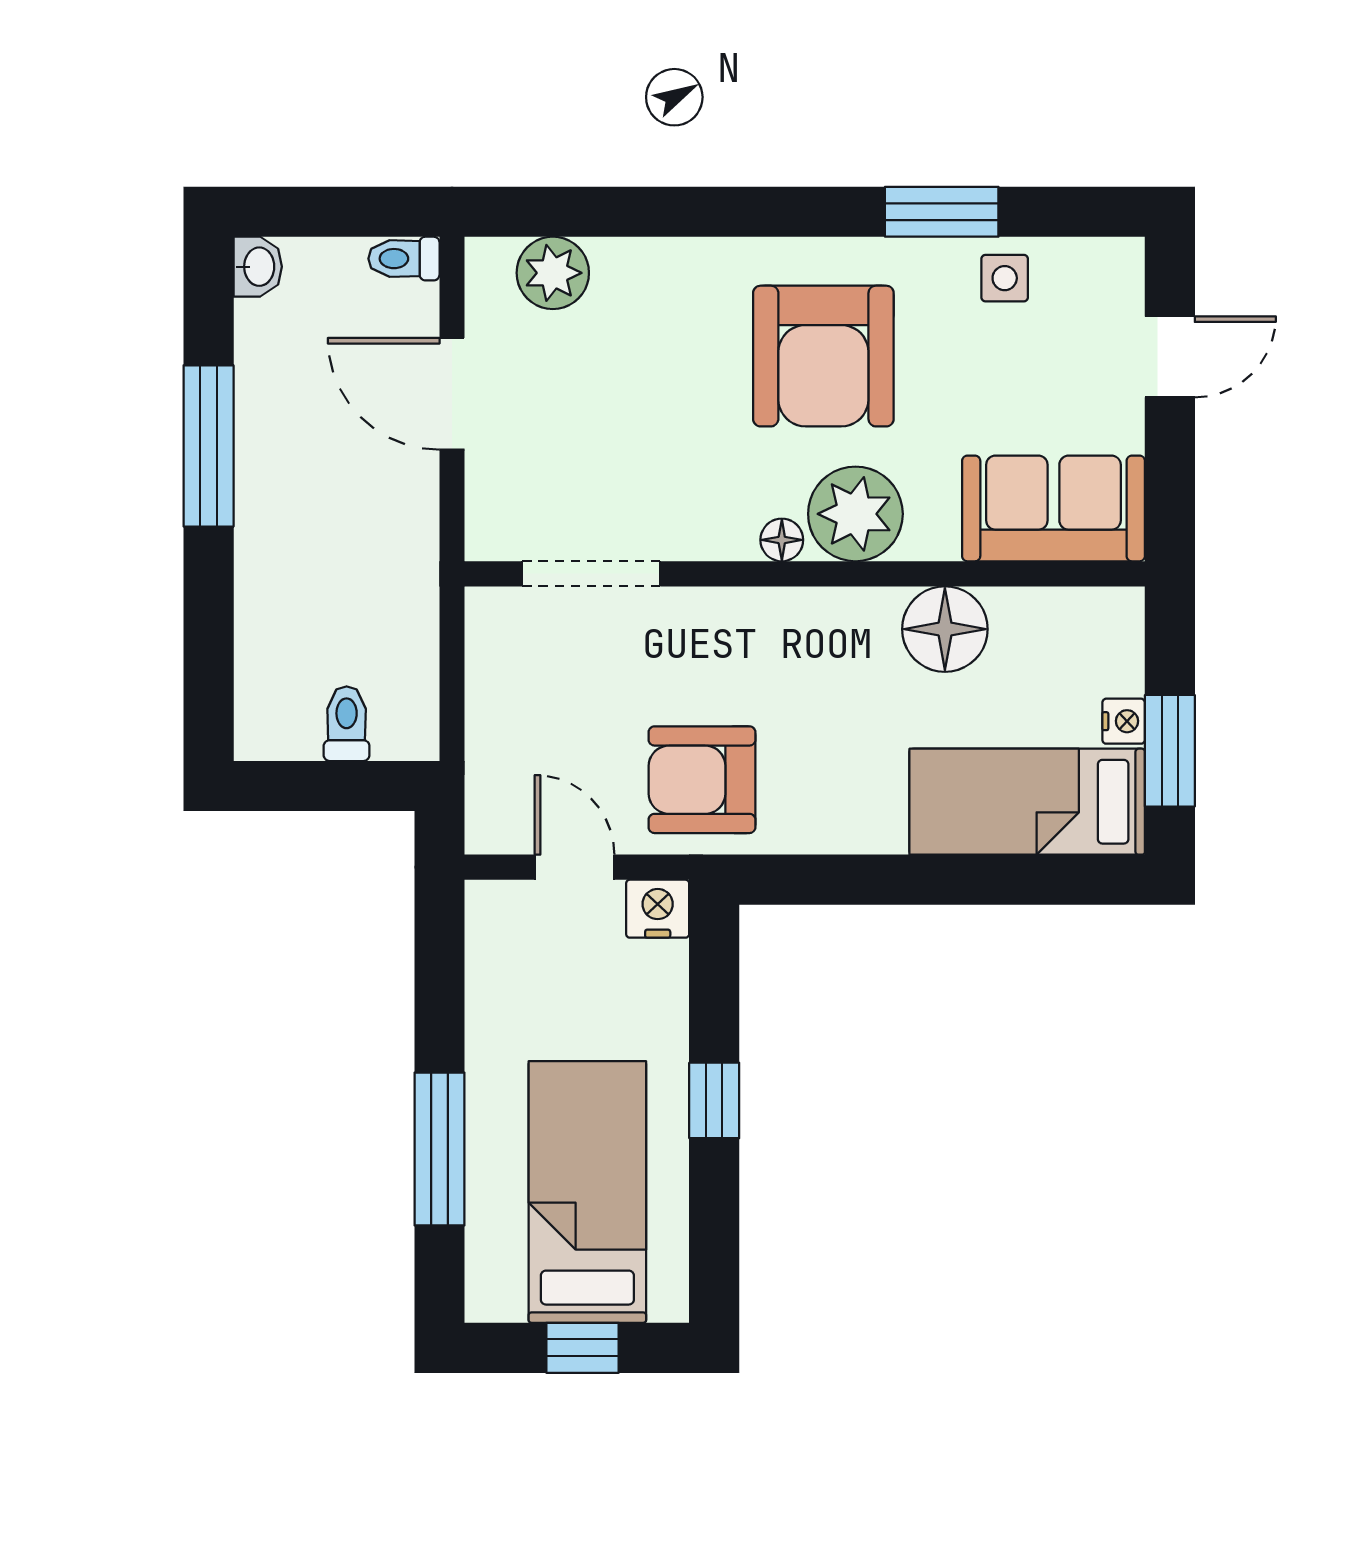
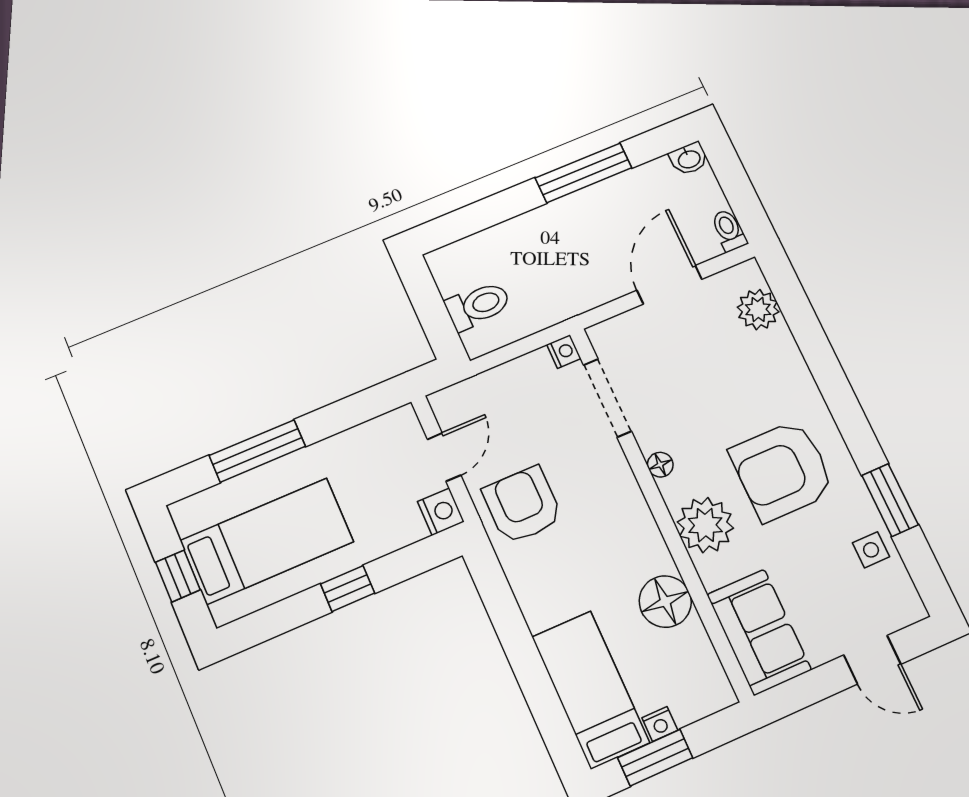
floor lamp: (782, 540) -> (660, 465), moved
nightstand: (488, 608) -> (564, 352), added
toilet: (347, 724) -> (478, 306), width x1.37, depth x1.39

